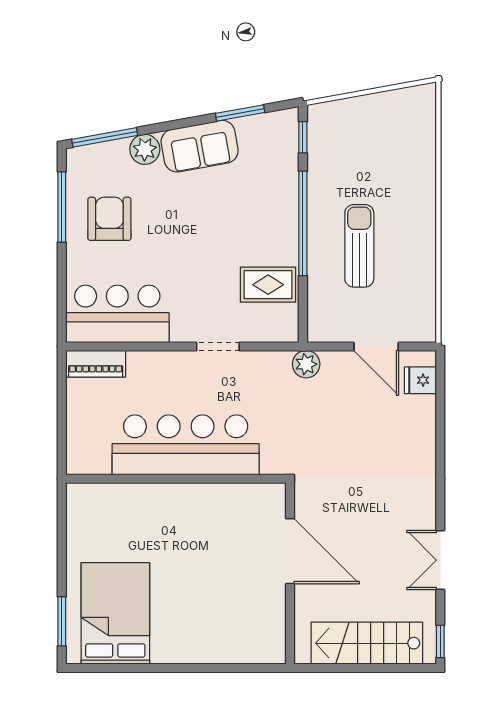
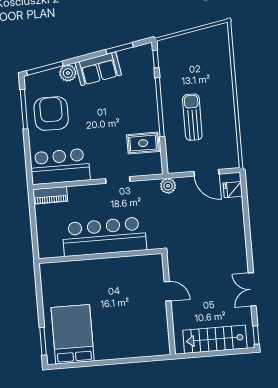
armchair: (109, 219) -> (51, 114), width x1.36, depth x1.36
door: (290, 551) -> (168, 291), width x0.53

